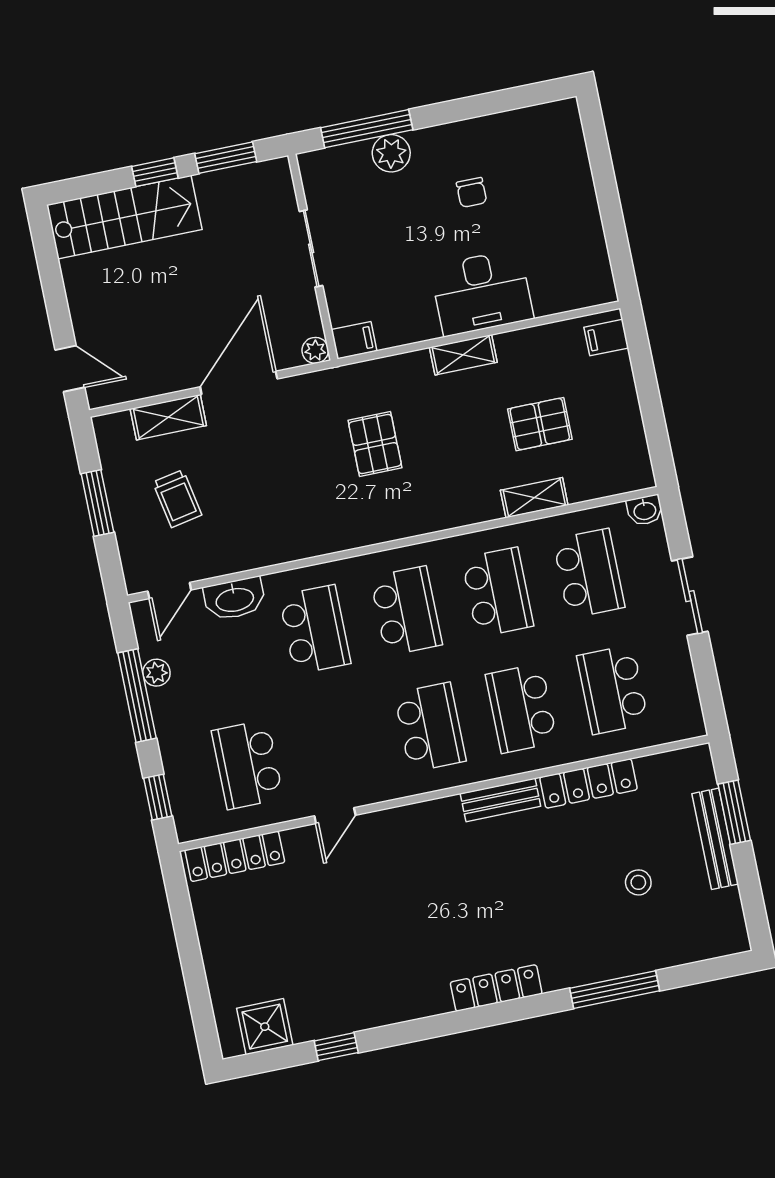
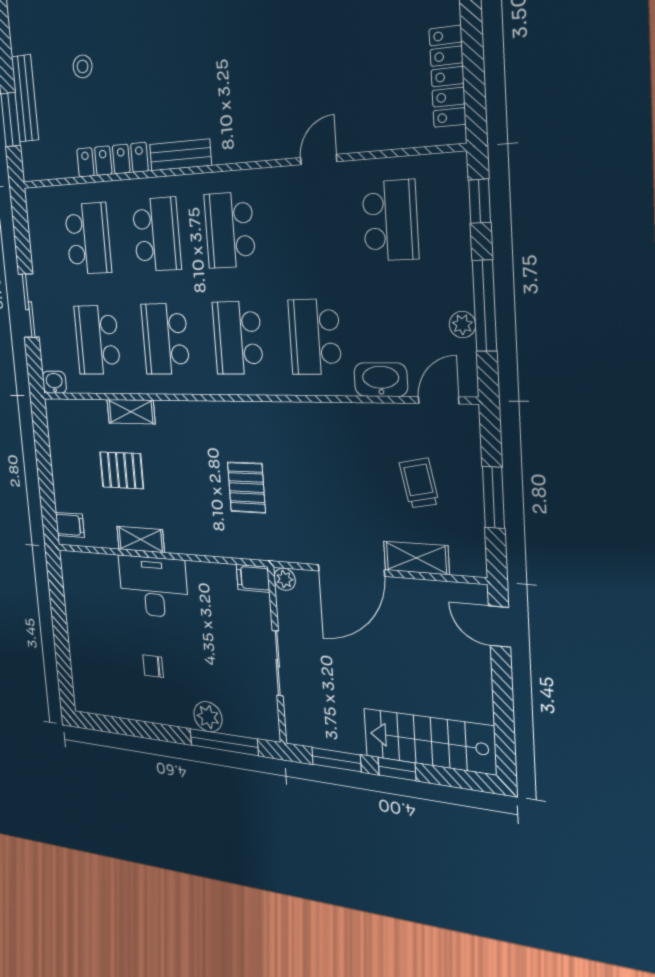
chair: (472, 192) -> (153, 666), turned -90
shelving: (463, 355) -> (141, 539), moved
locker: (235, 856) -> (448, 77), moved, turned -90

